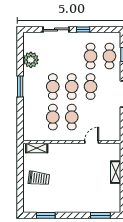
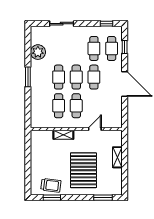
window: (83, 30) -> (107, 24), moved
shelving: (37, 148) -> (63, 135), moved
trolley: (39, 178) -> (51, 185), moved
pallet: (79, 186) -> (83, 170), added

